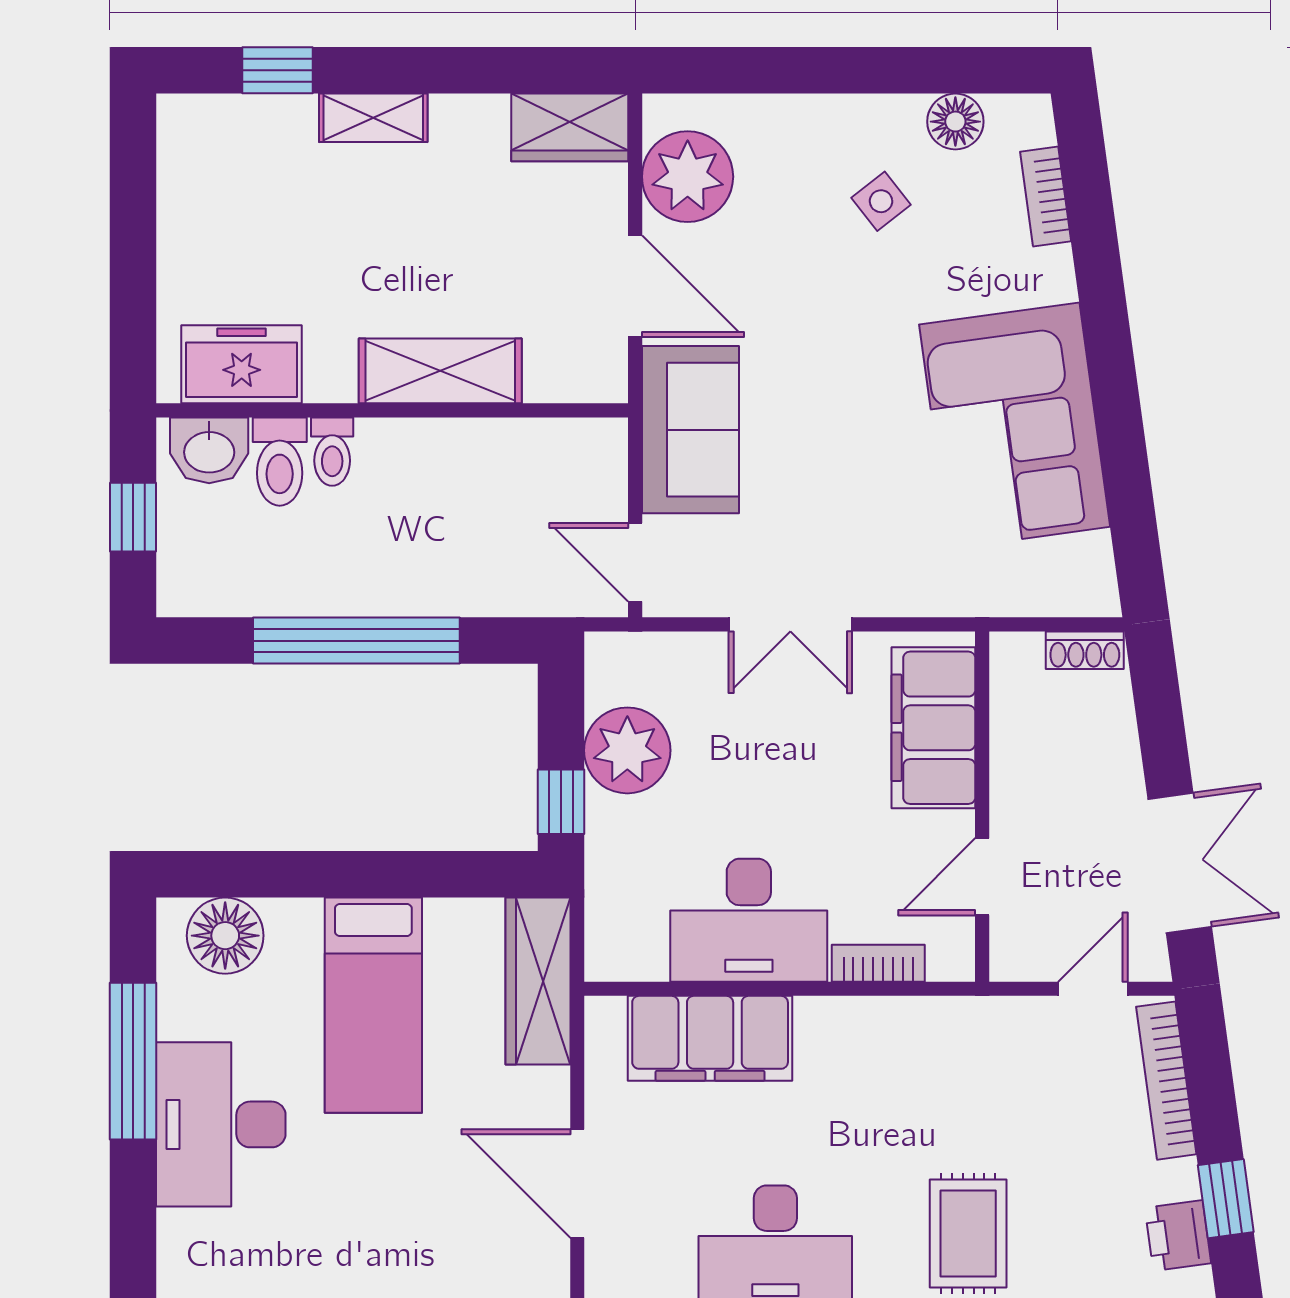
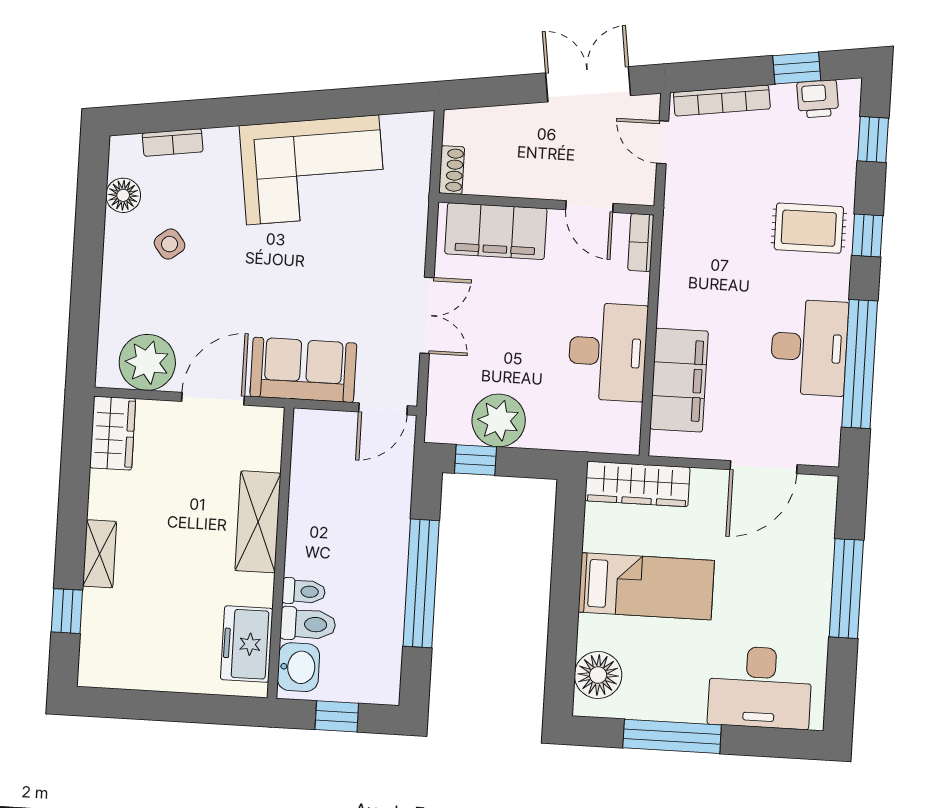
shoe rack: (1085, 650) -> (452, 170), moved
window: (561, 802) -> (475, 460), moved
bookcase: (878, 963) -> (641, 242), moved
desk: (221, 1124) -> (760, 687), moved

